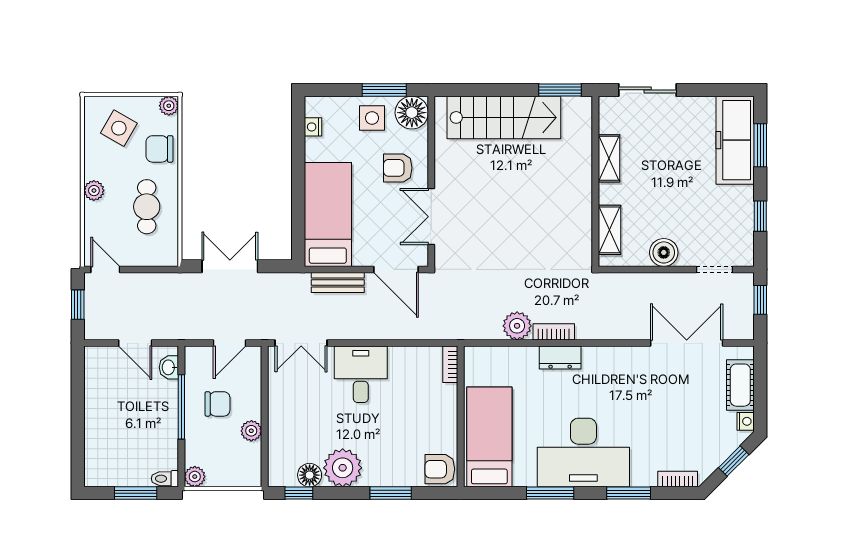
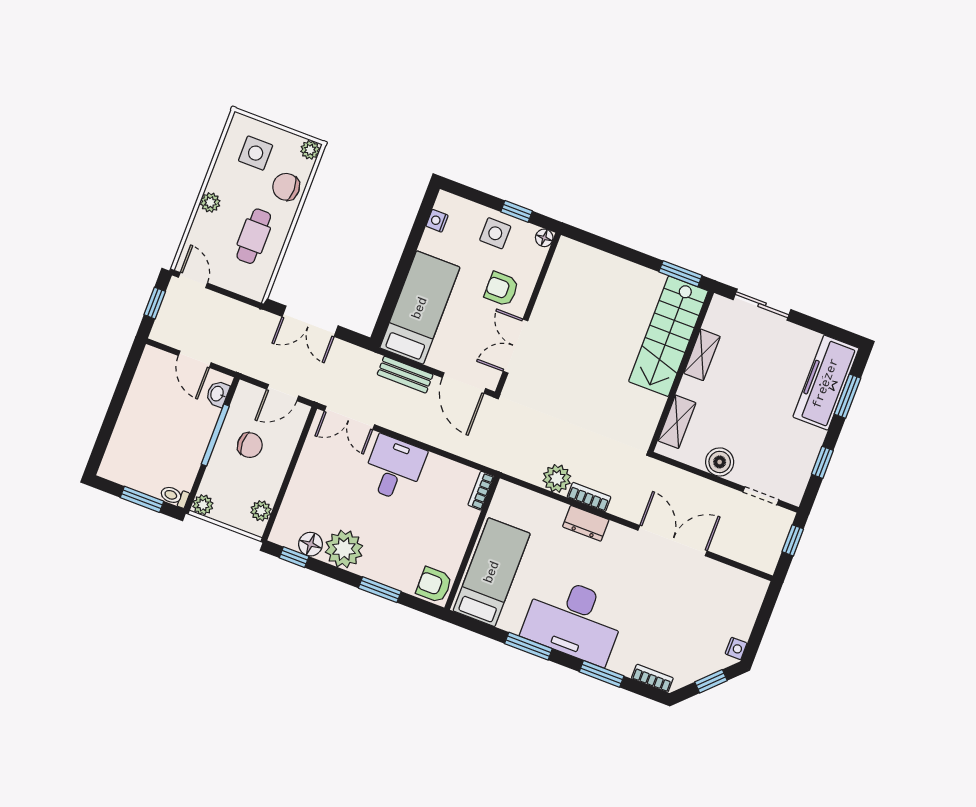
window: (384, 90) -> (517, 211), width x0.67
floor lamp: (412, 113) -> (544, 238), width x0.53, depth x0.53
stairs: (504, 117) -> (668, 336), moved, turned 90
side table: (119, 128) -> (256, 153), turned -30
double door: (230, 266) -> (310, 321), swing flipped
double door: (687, 343) -> (672, 541), moved
cot: (740, 385) -> (744, 613), removed
plant: (251, 431) -> (261, 511), moved

